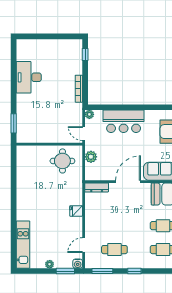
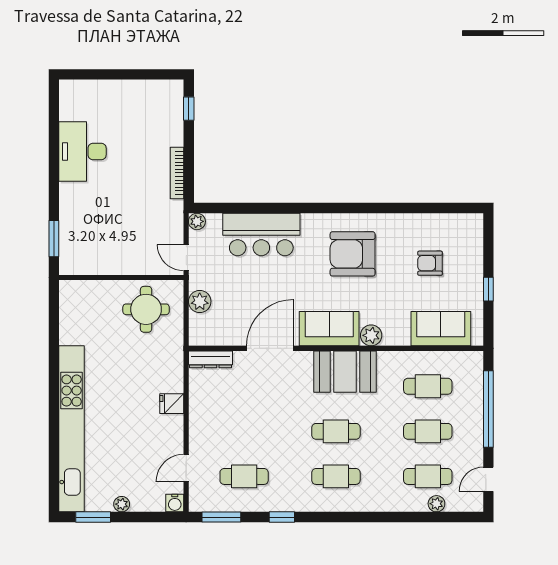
kitchen unit: (23, 245) -> (72, 429), width x1.86
window: (65, 271) -> (93, 517), moved

